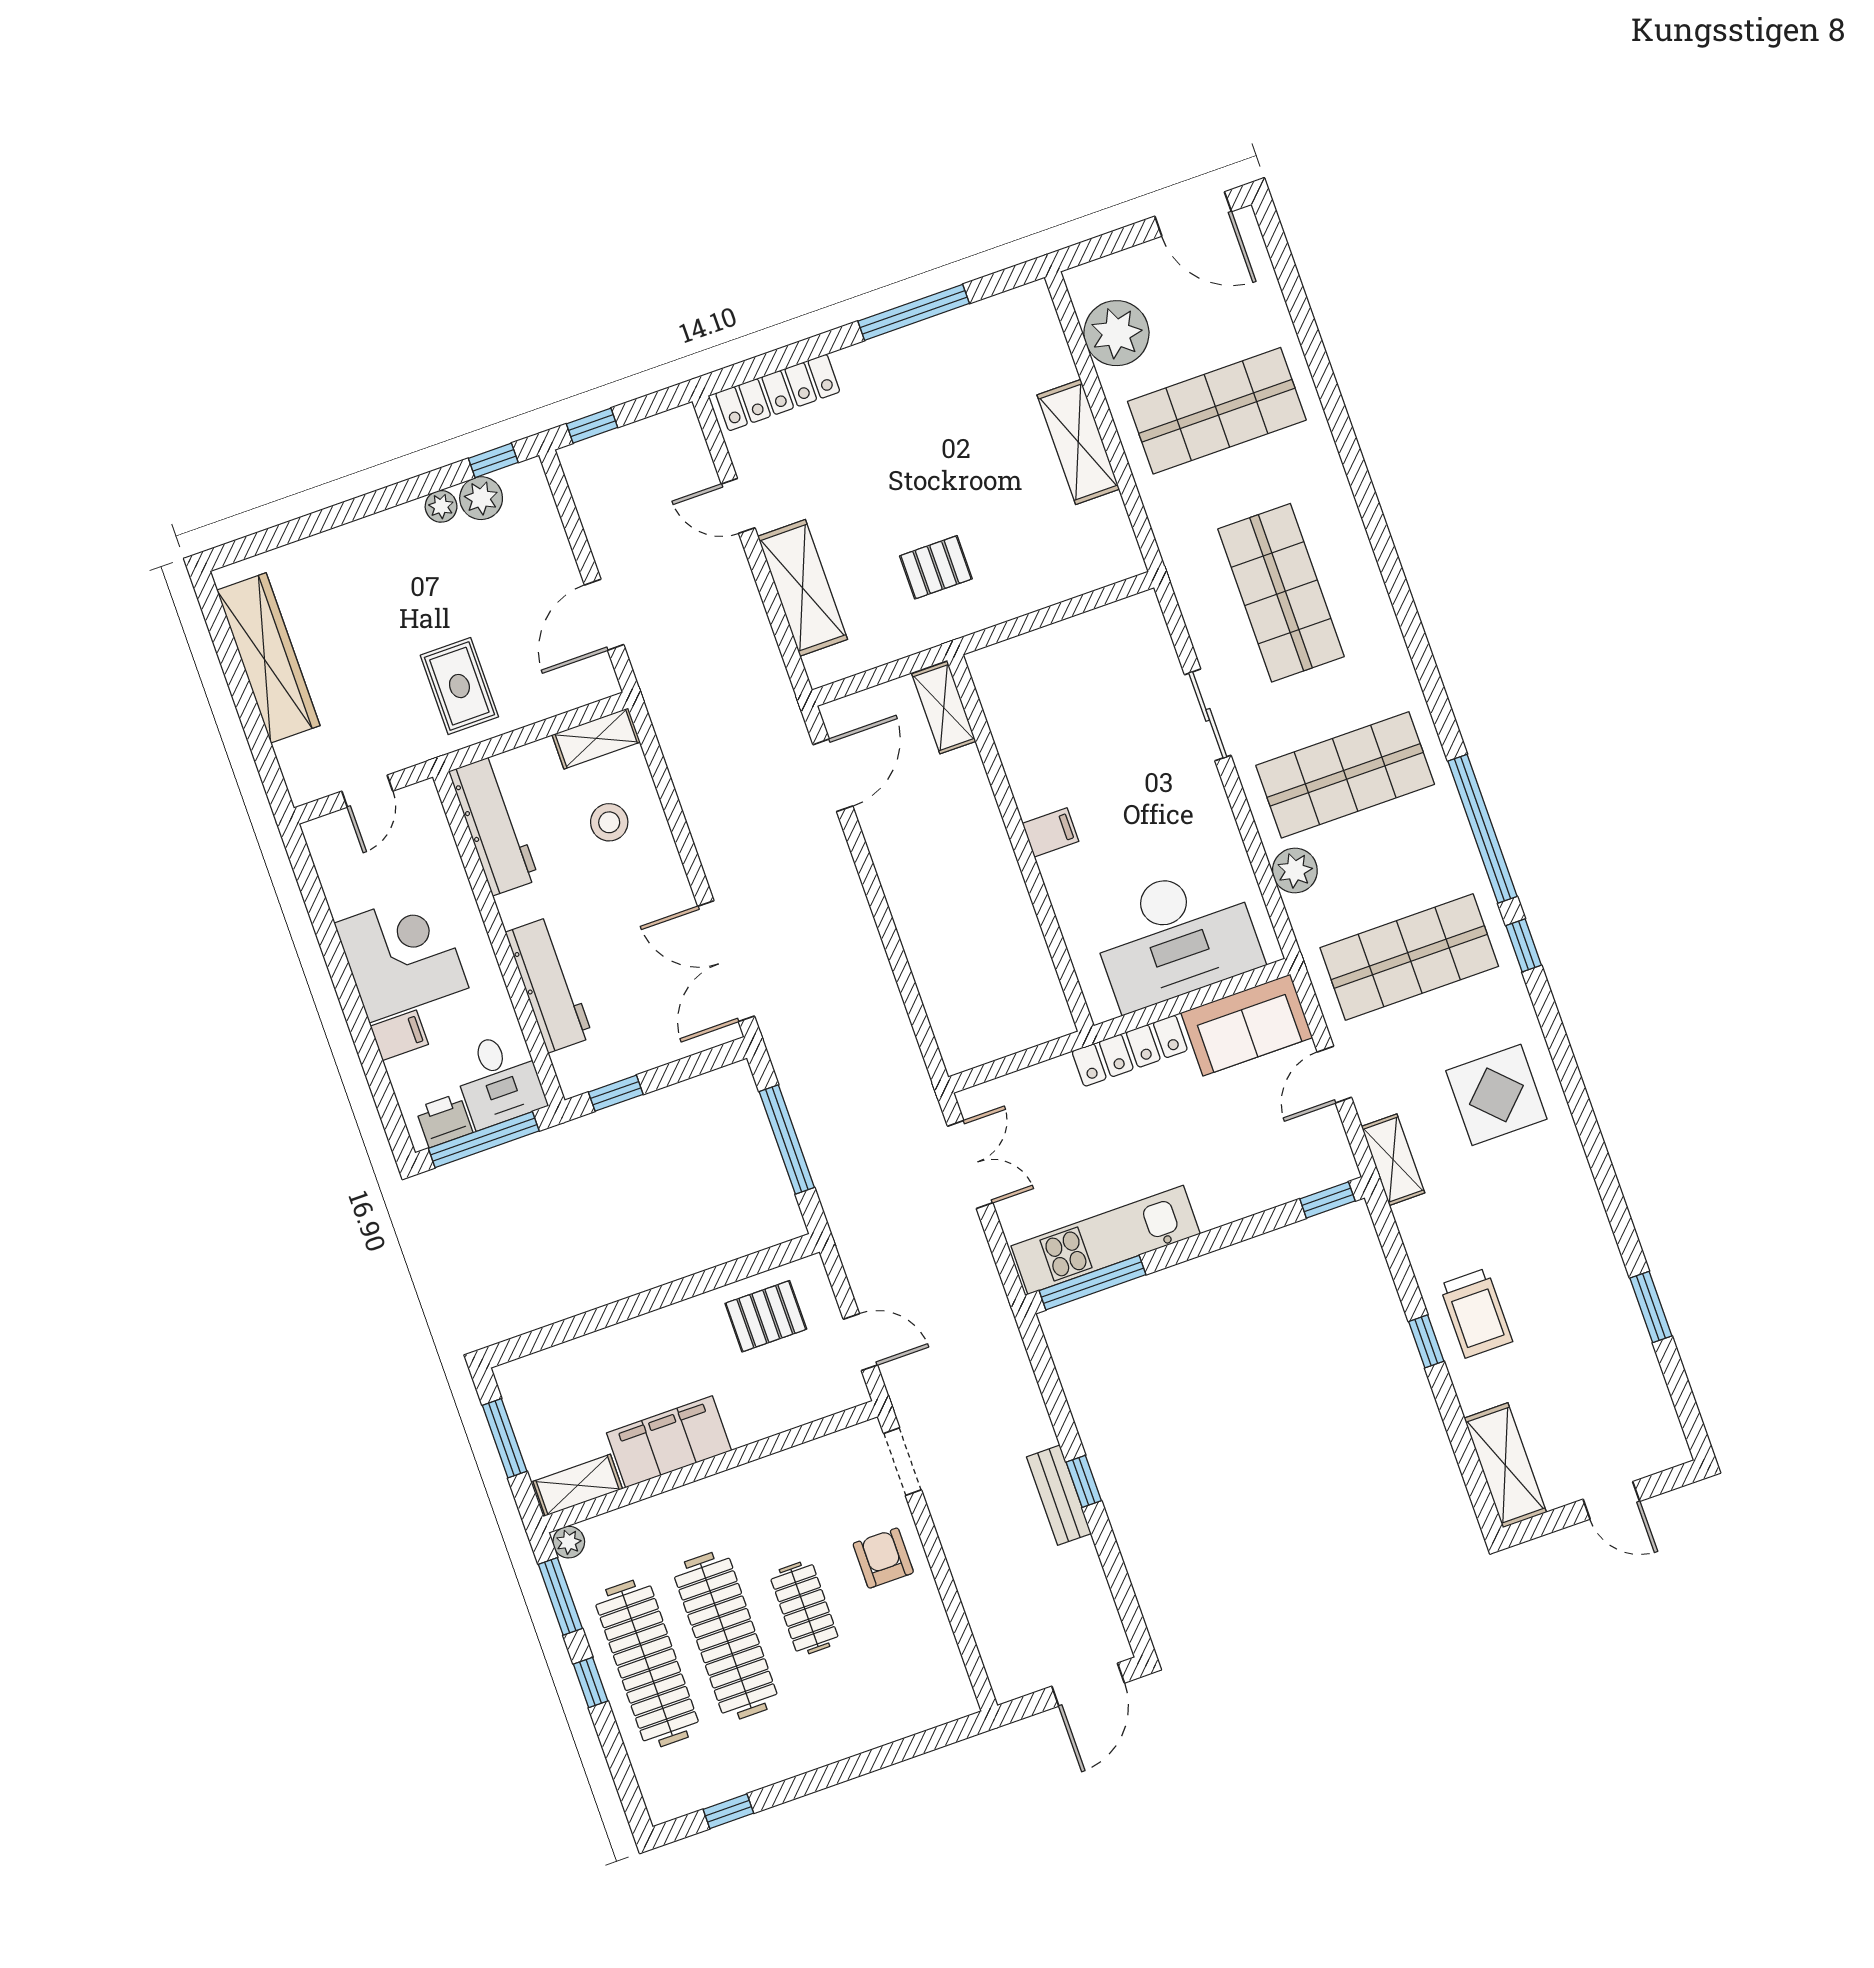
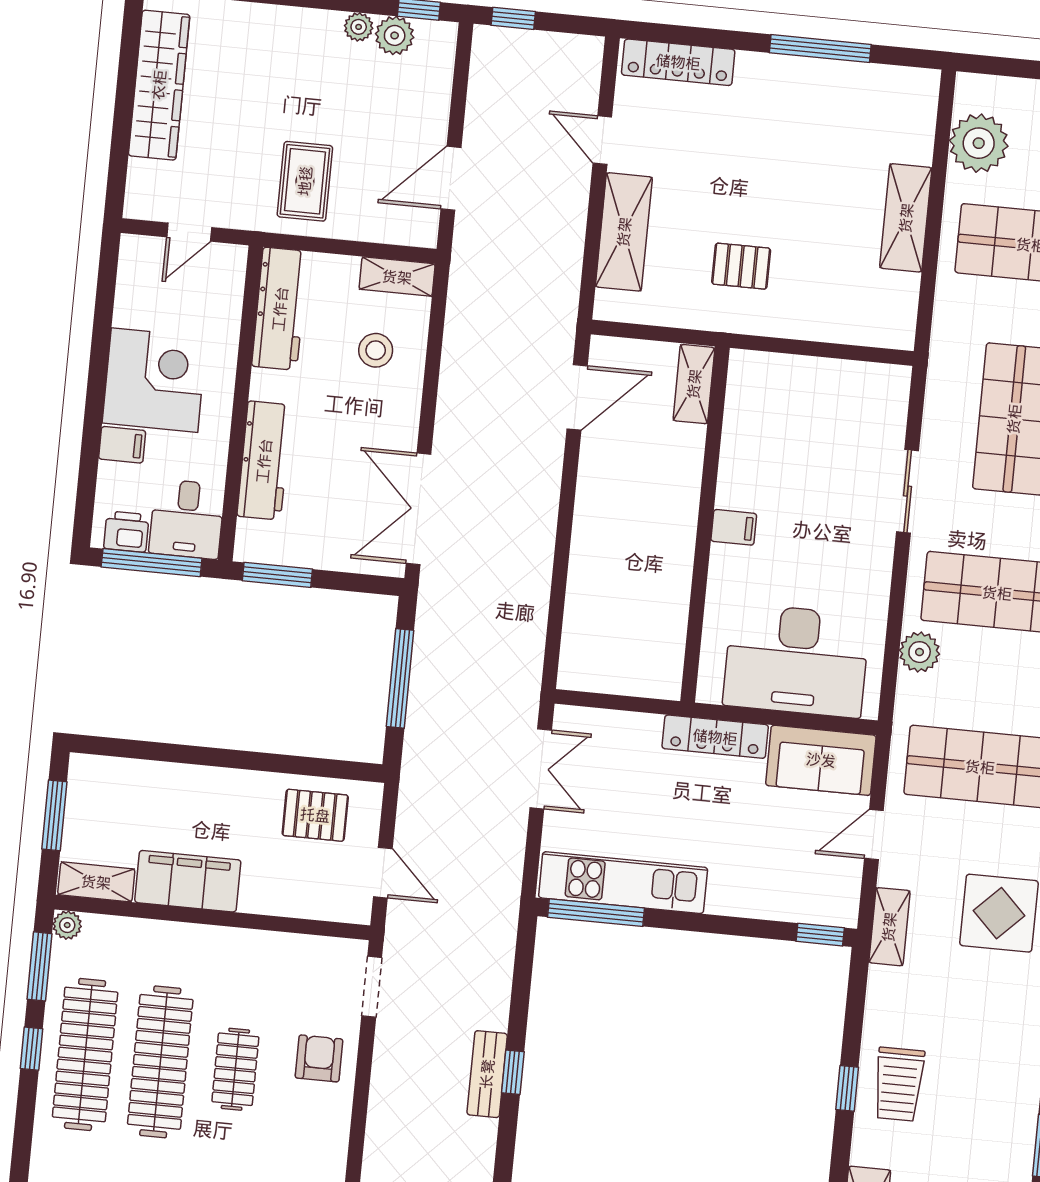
window: (616, 1093) -> (277, 575), width x1.50

